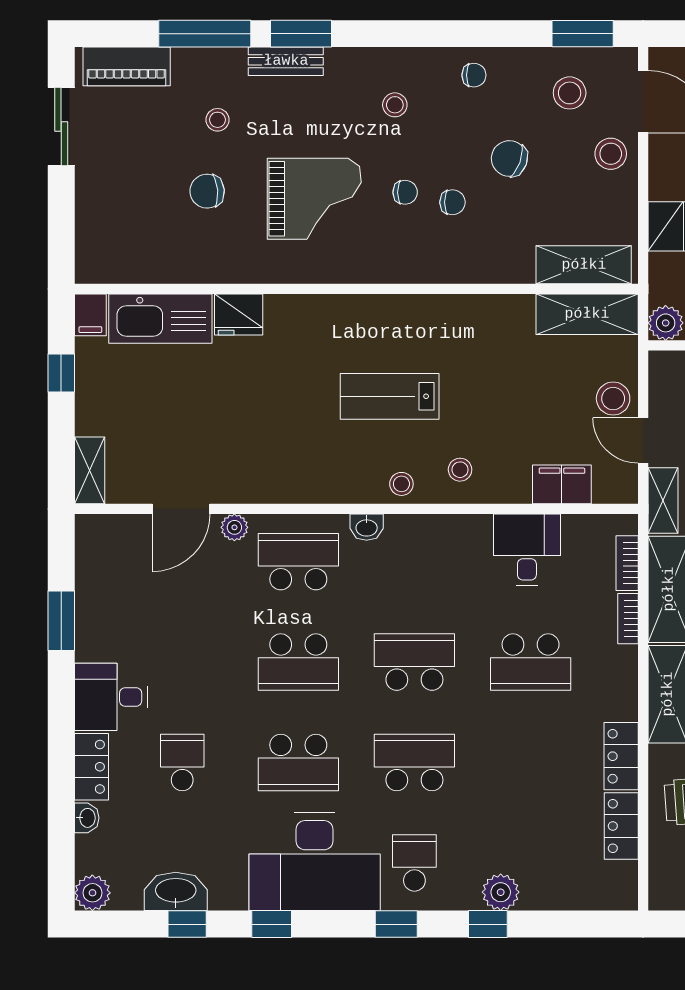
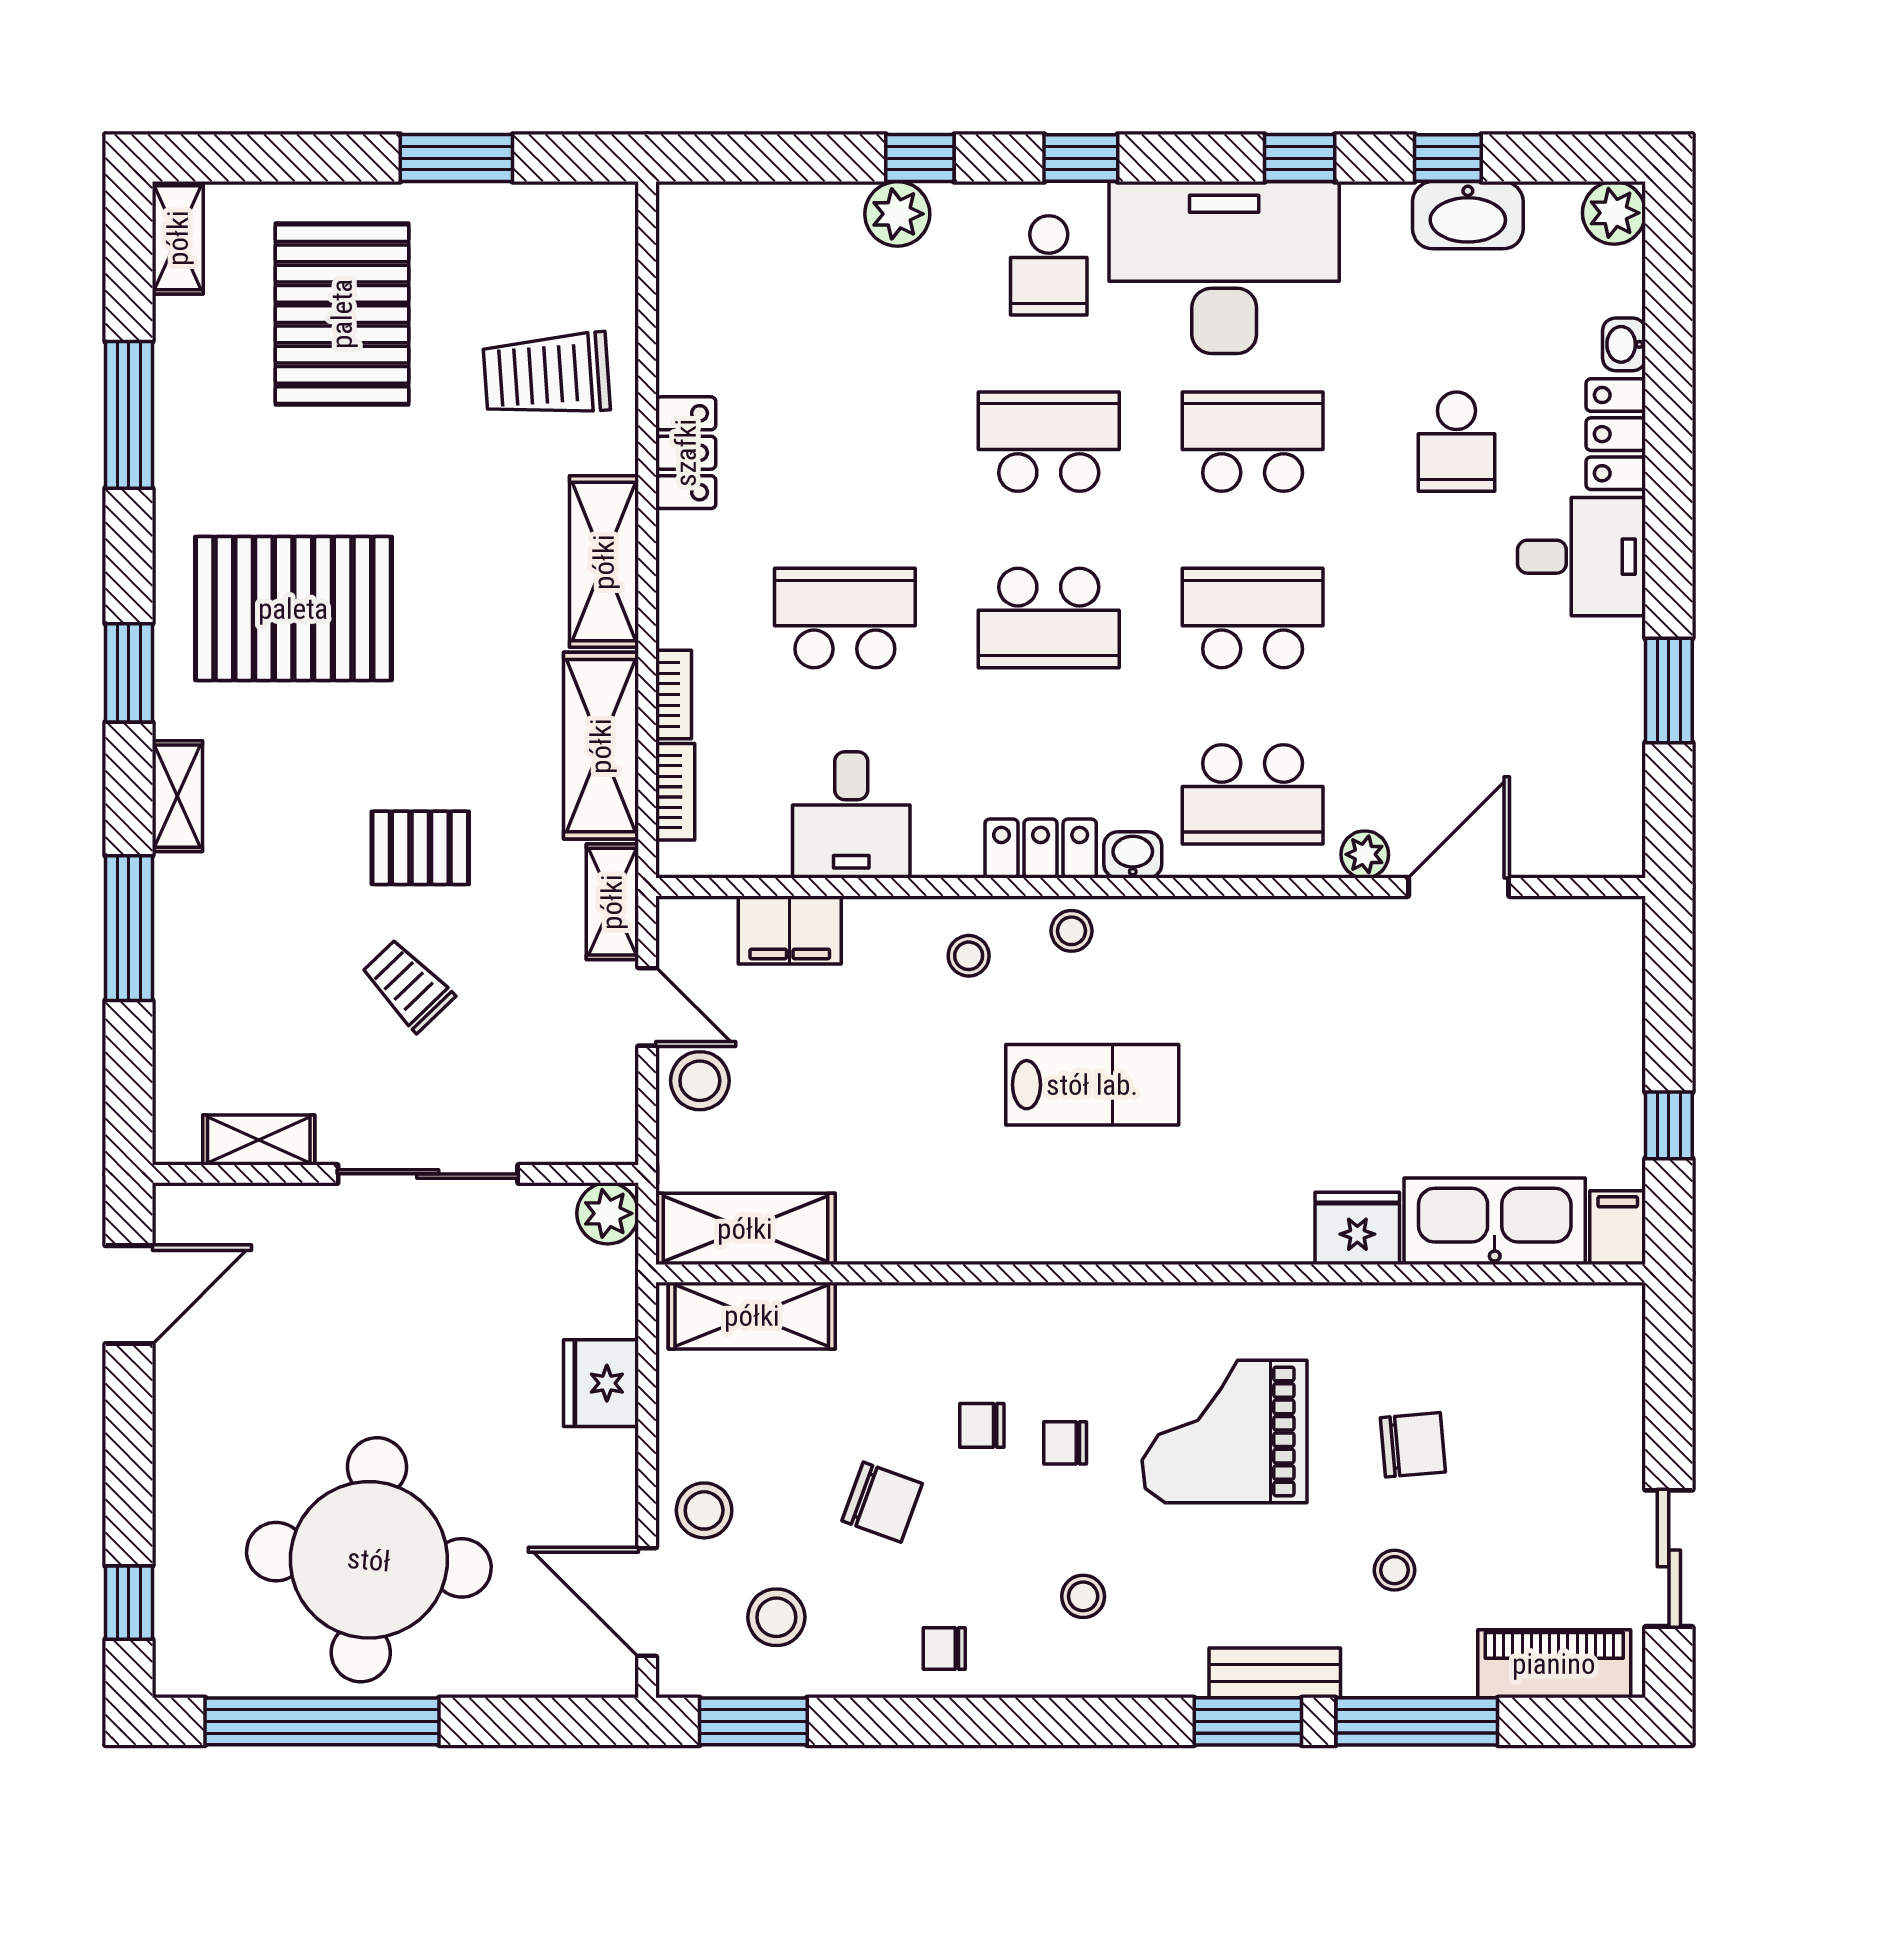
shelving: (90, 470) -> (1619, 955), removed
school desk: (414, 762) -> (1049, 442), turned 180
locker: (621, 826) -> (1041, 849), moved, turned -90

